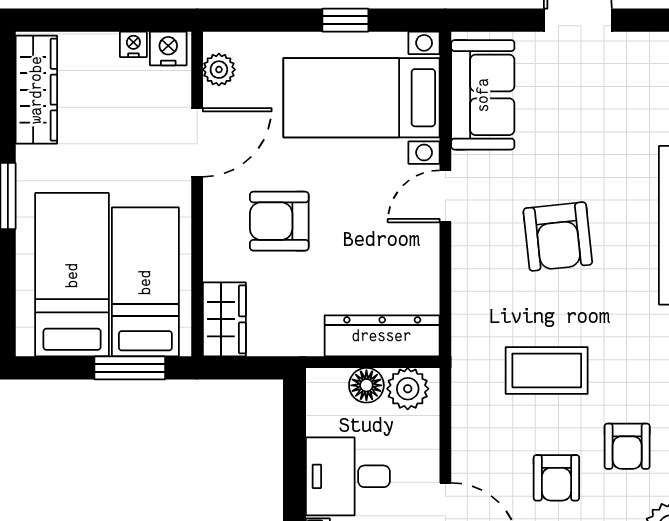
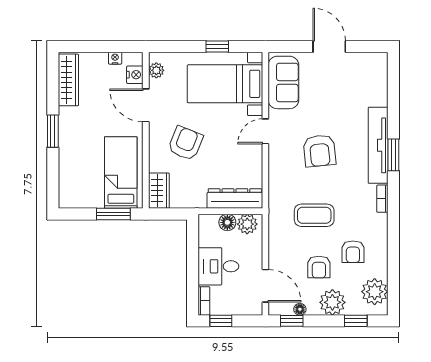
nightstand: (168, 48) -> (135, 75), moved, turned 90
door: (197, 142) -> (146, 105), swing flipped
armchair: (279, 221) -> (185, 143), turned 112
bed: (72, 275) -> (85, 169), removed

